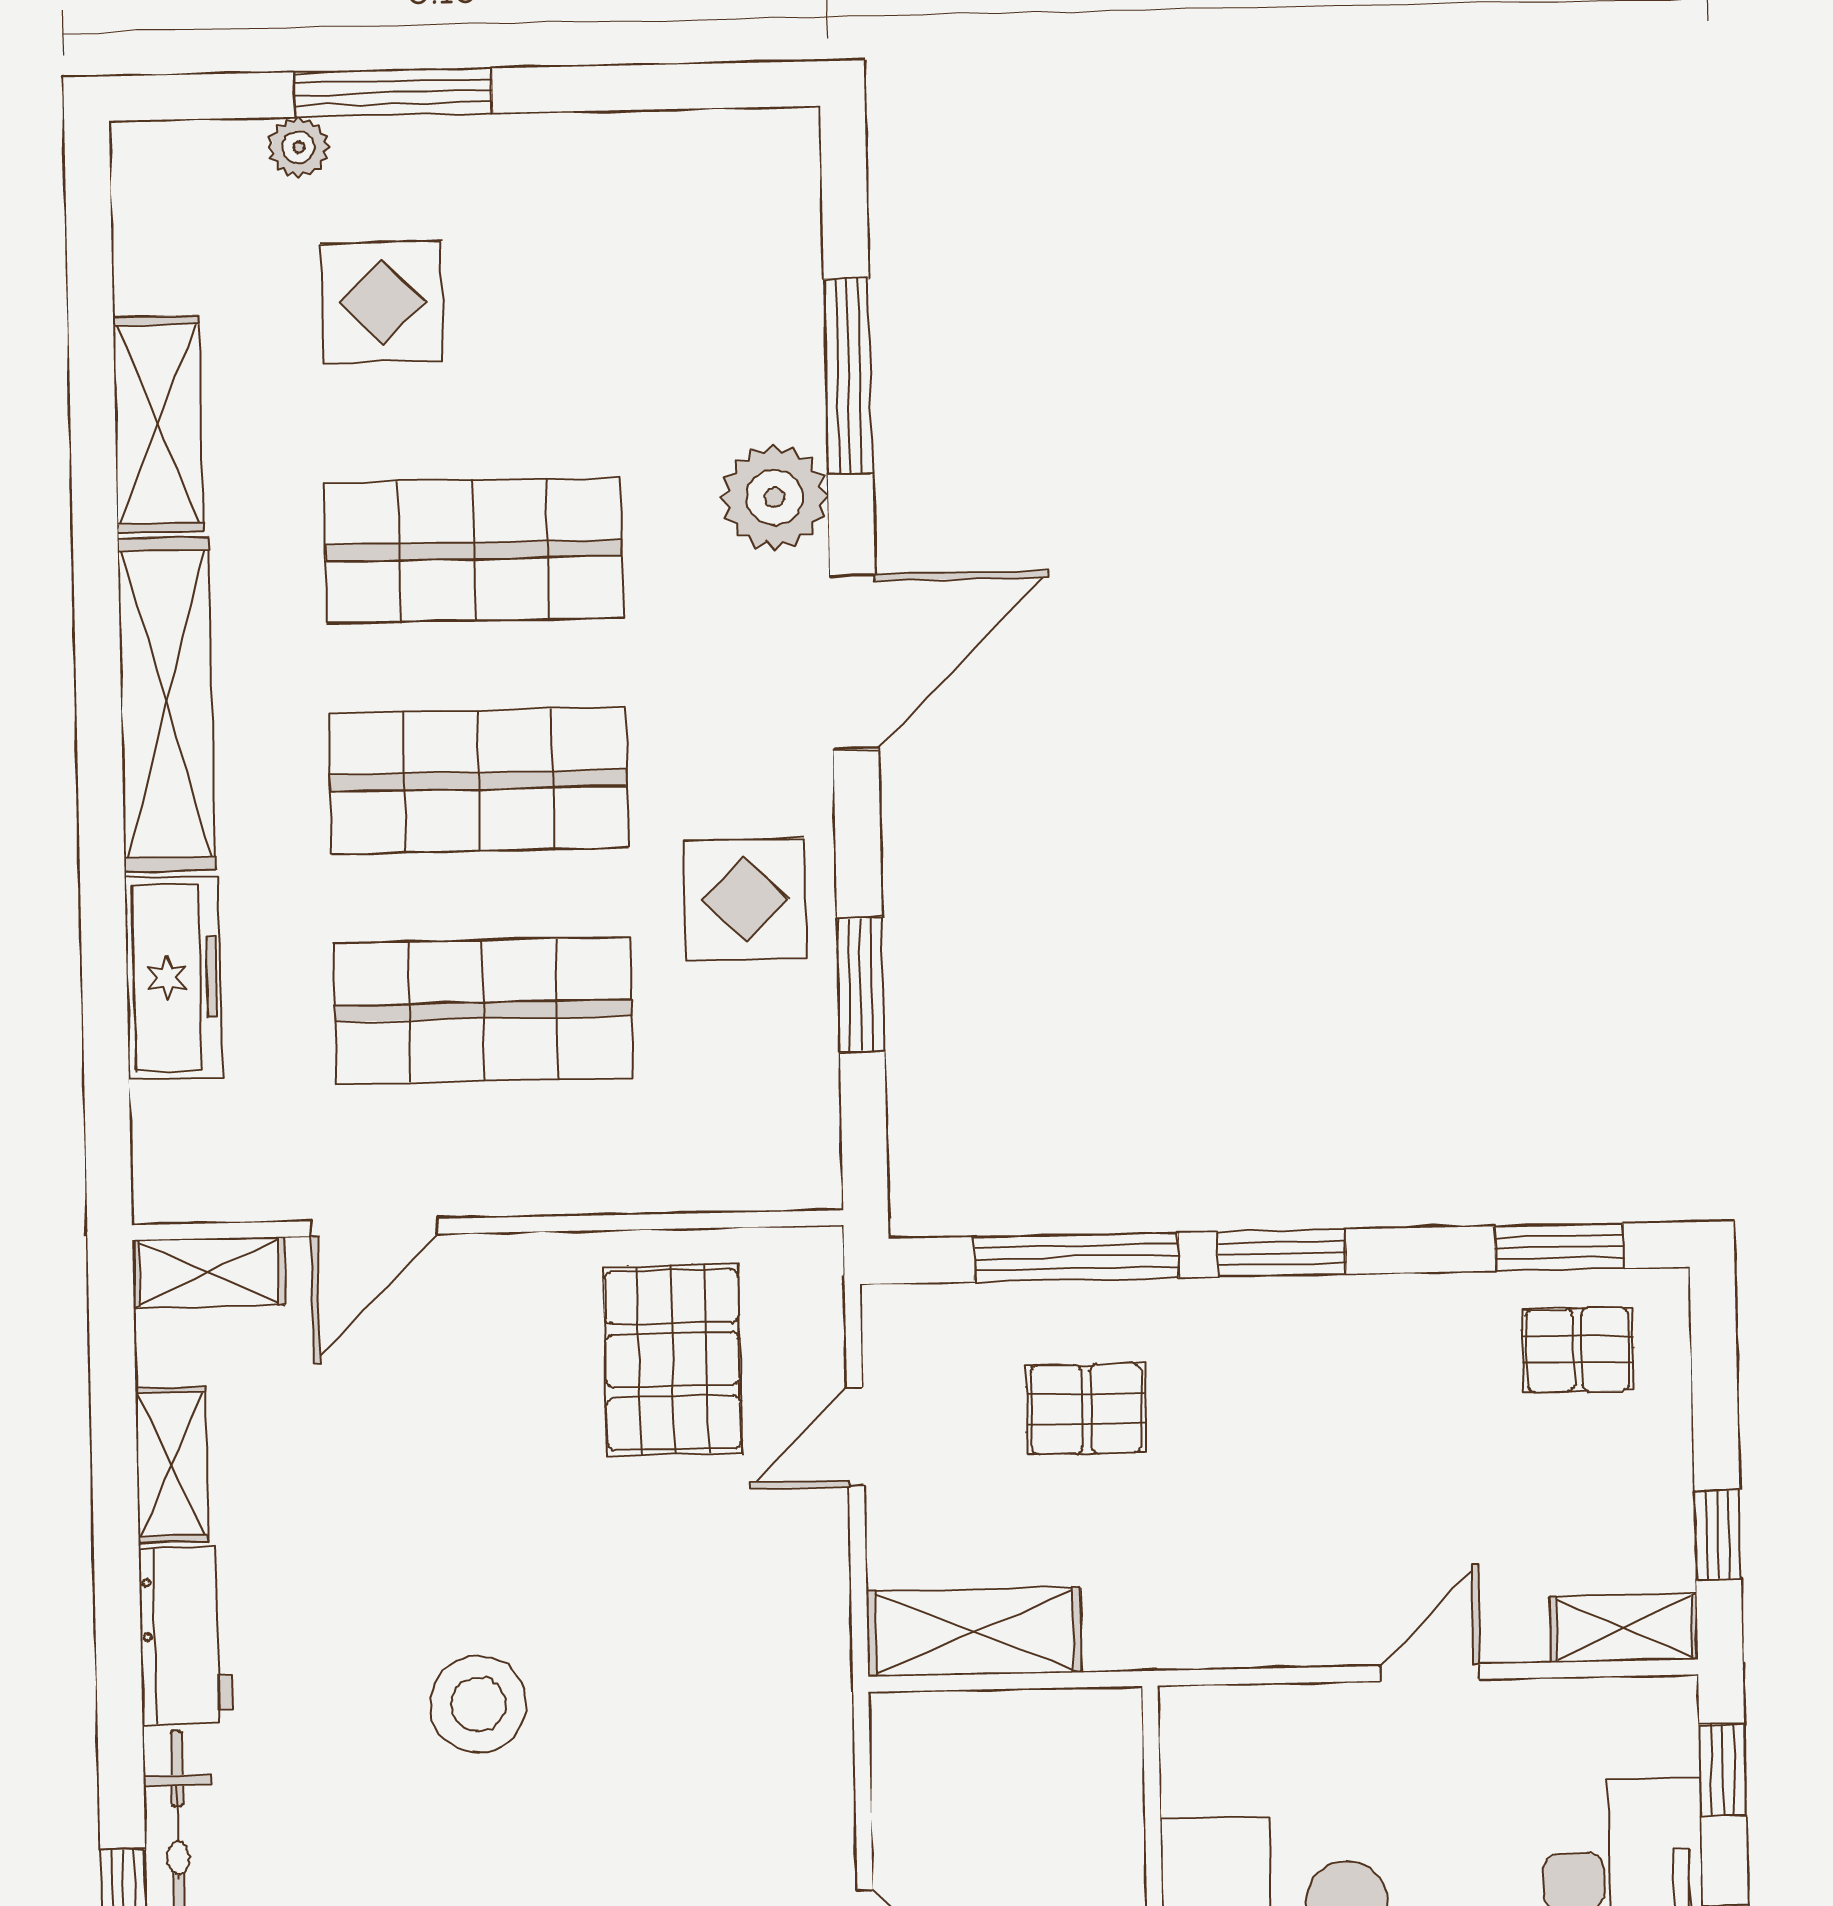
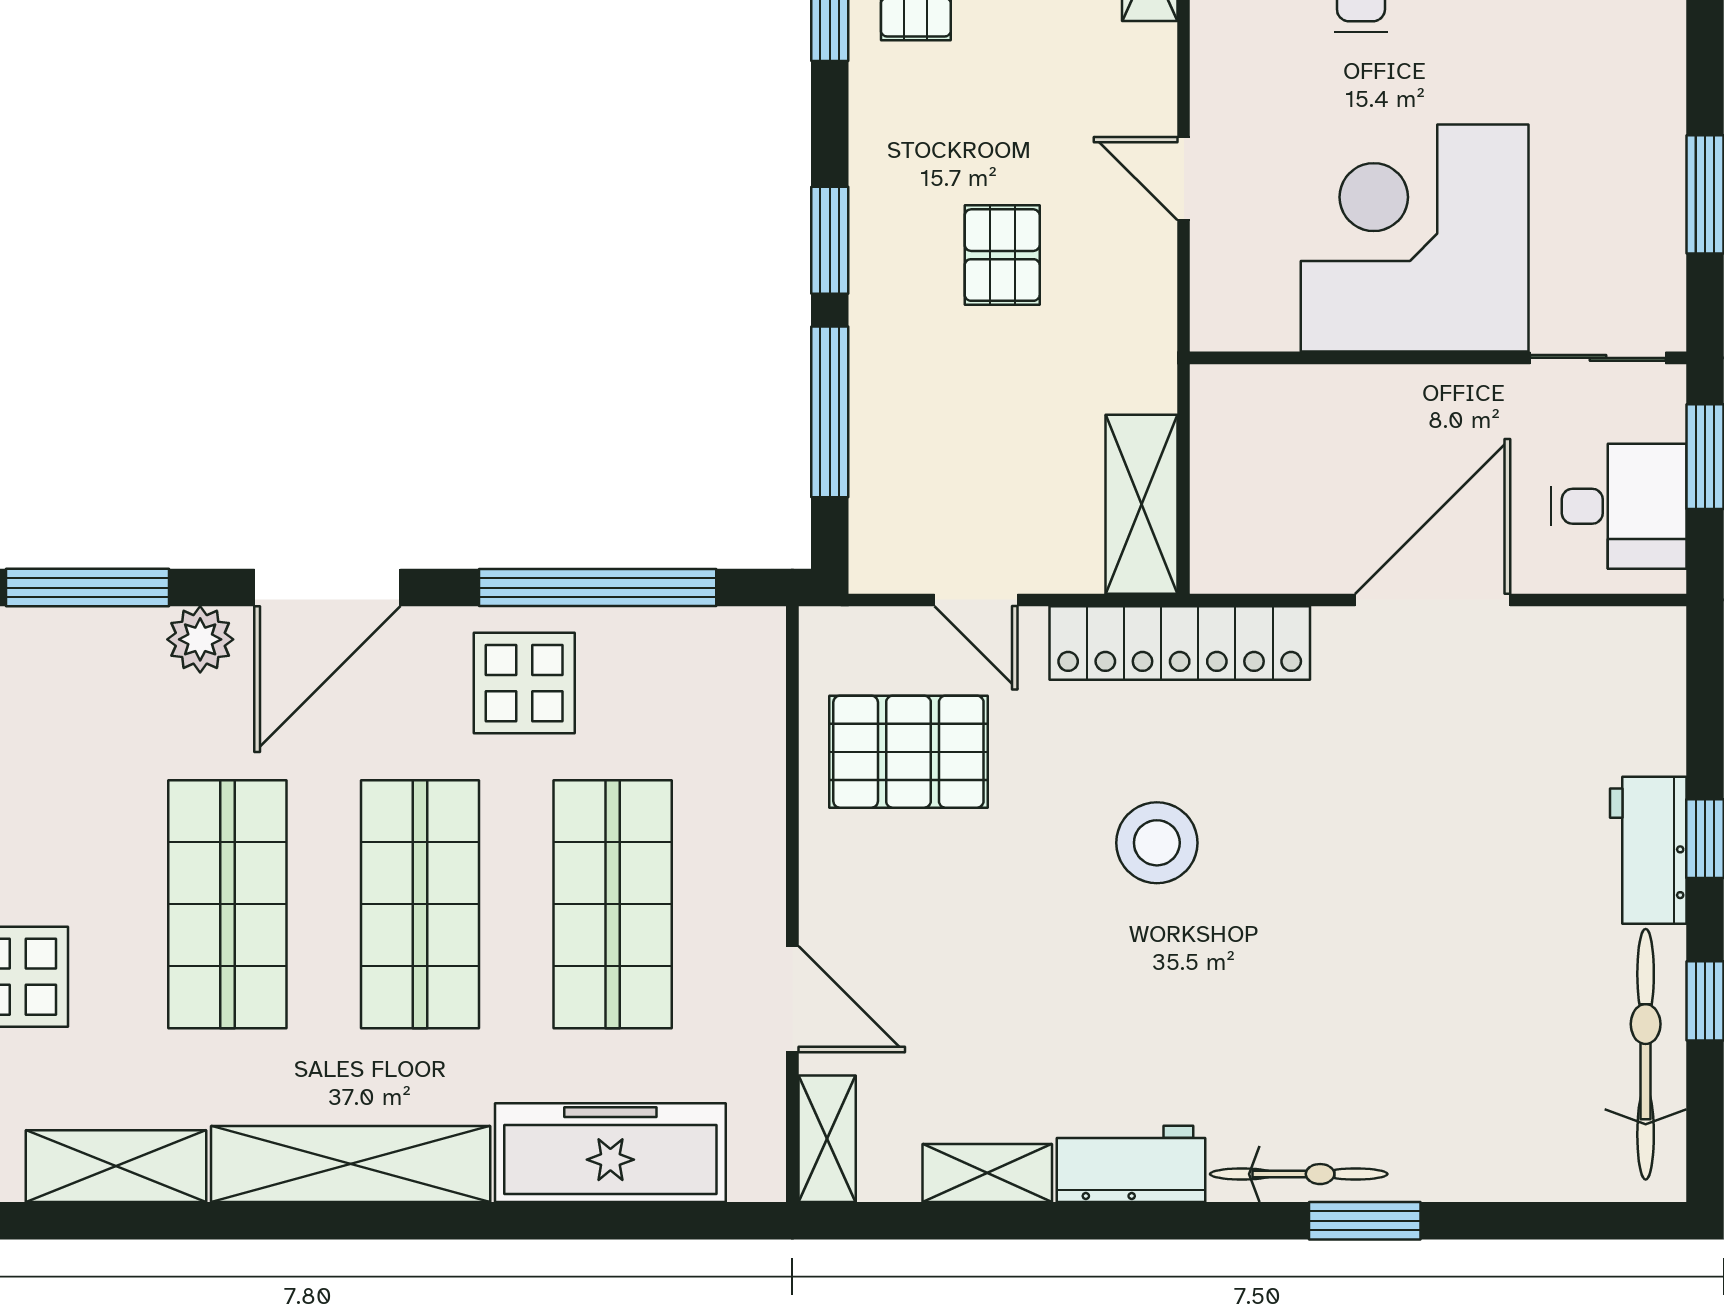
plant: (774, 497) -> (200, 639), width x0.73, depth x0.73
door: (854, 662) -> (327, 588), swing flipped
freezer: (173, 978) -> (610, 1153), width x1.36, depth x1.26
window: (861, 985) -> (598, 588), width x2.11
pallet: (1086, 1409) -> (1002, 255), moved
door: (1430, 1673) -> (1184, 178), moved
locker: (809, 1681) -> (1180, 643), added
stool: (478, 1704) -> (1157, 843), moved

